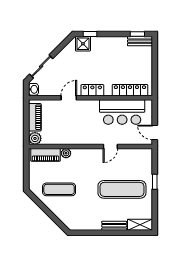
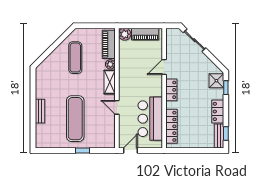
locker: (115, 42) -> (218, 112), added
washbasin: (33, 89) -> (172, 33), removed
door: (69, 98) -> (164, 67), swing flipped
shelving: (140, 225) -> (110, 82), moved

